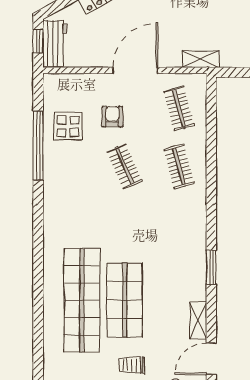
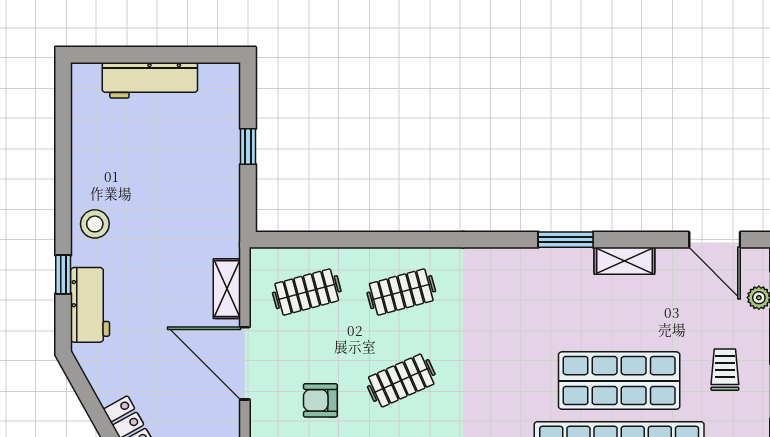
shelving: (201, 59) -> (227, 289), moved
shelving: (198, 320) -> (624, 261), moved
trolley: (131, 365) -> (725, 370), turned 180

